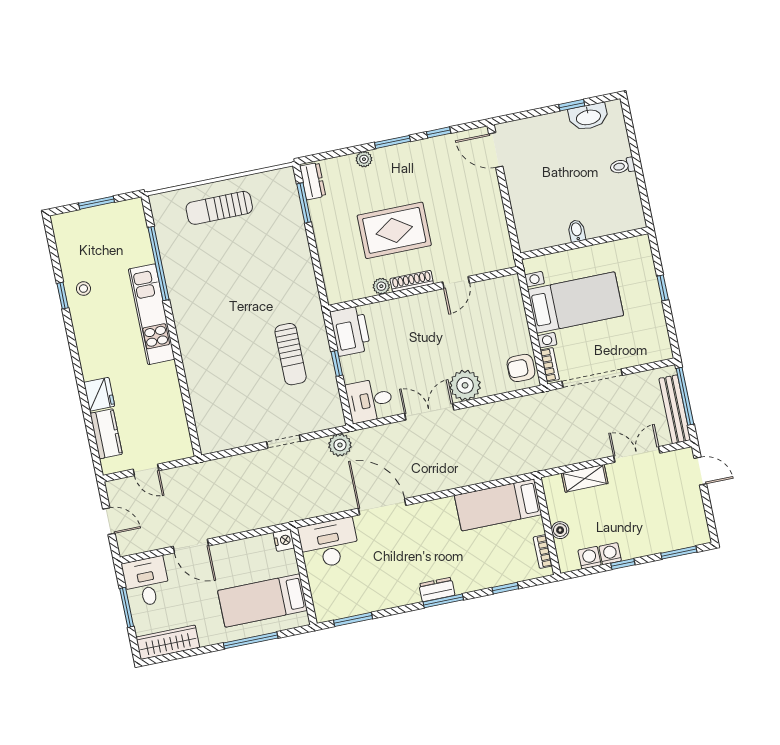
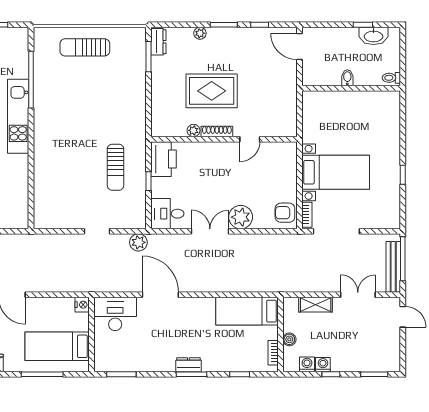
bidet: (577, 231) -> (347, 78), moved
wall: (584, 243) -> (351, 88), moved

